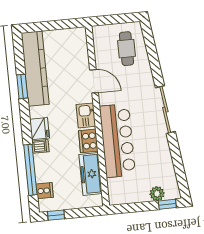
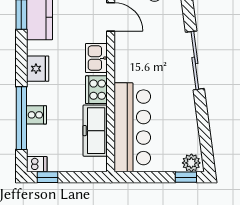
bar counter: (117, 141) -> (132, 127), moved
dishwasher: (40, 146) -> (37, 164), moved
cooker: (45, 191) -> (37, 115), moved
plant: (157, 194) -> (191, 163), moved

